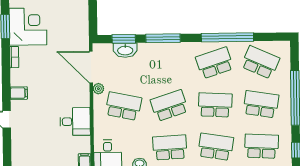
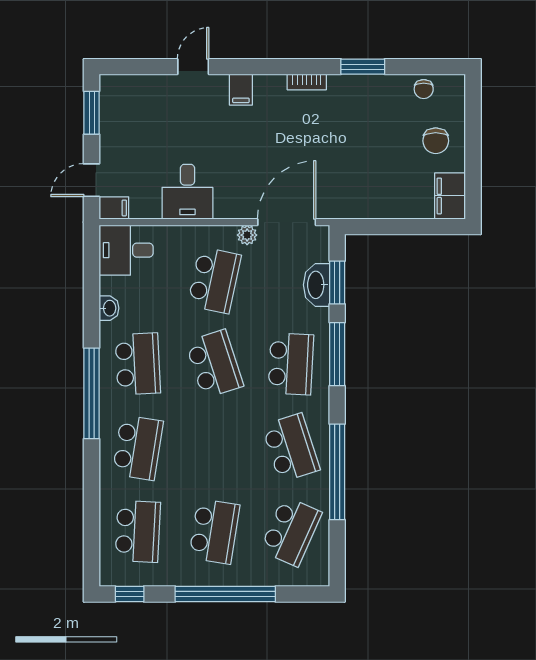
corner desk: (28, 26) -> (362, 108), removed
school desk: (215, 105) -> (291, 364), moved

